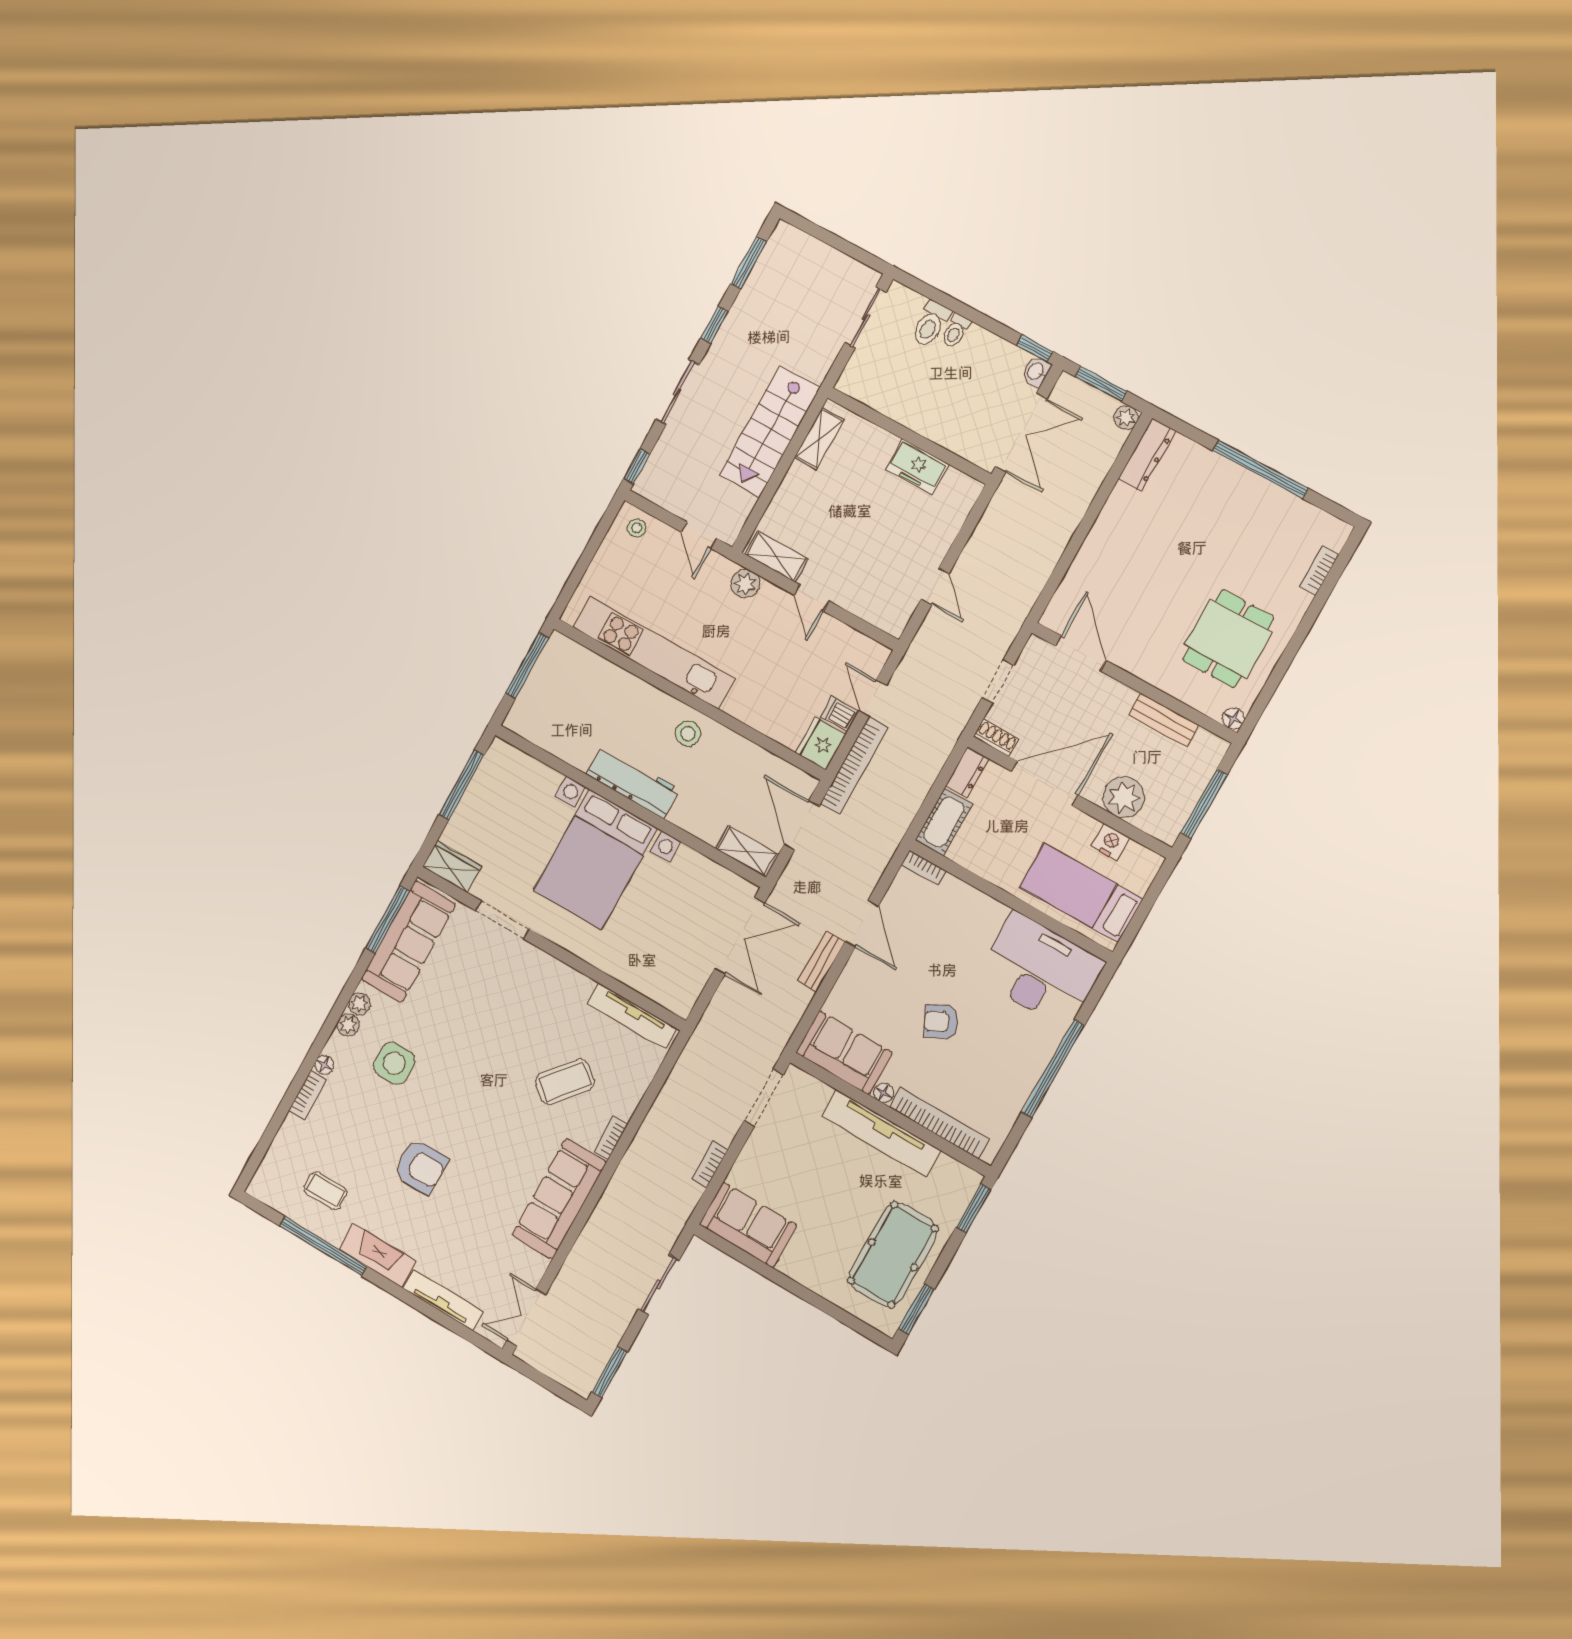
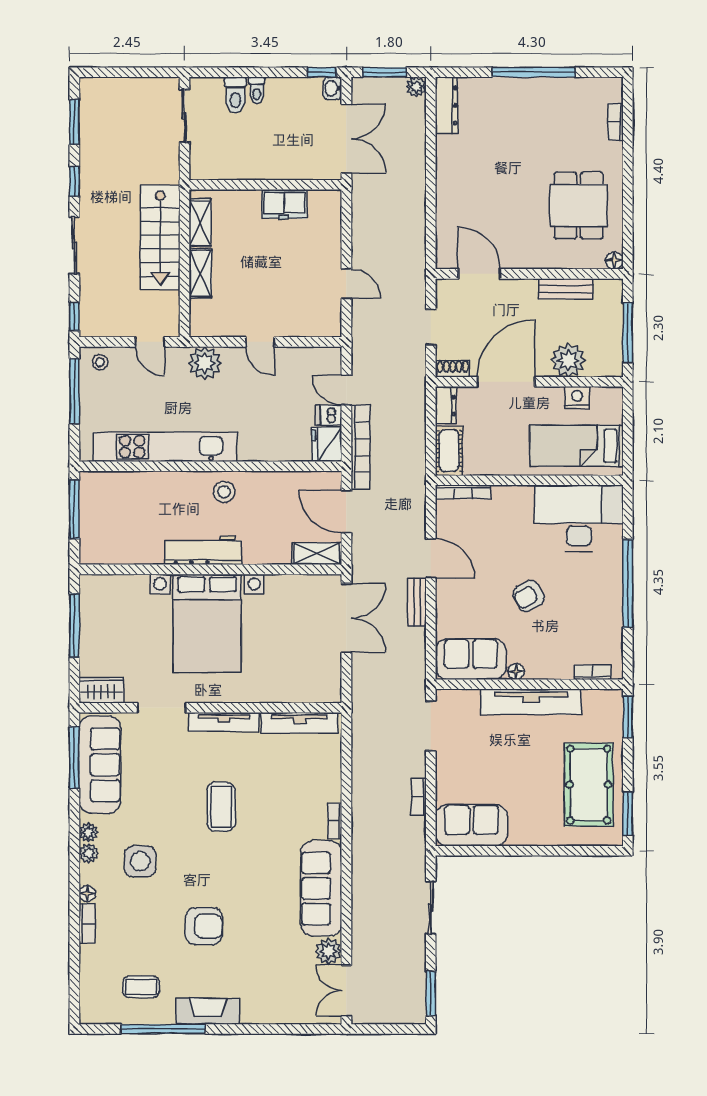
window: (594, 544) -> (74, 391), added
shelving: (776, 557) -> (200, 273), moved, turned 90
plant: (745, 584) -> (205, 363), width x1.36, depth x1.36
bookcase: (924, 868) -> (463, 492), width x1.56
coffee table: (565, 1082) -> (221, 807), moved, turned -39
bookcase: (939, 1123) -> (592, 672), width x0.43, depth x0.76
plant: (531, 1267) -> (328, 951), added
tv unit: (443, 1300) -> (224, 722), moved, turned 180

